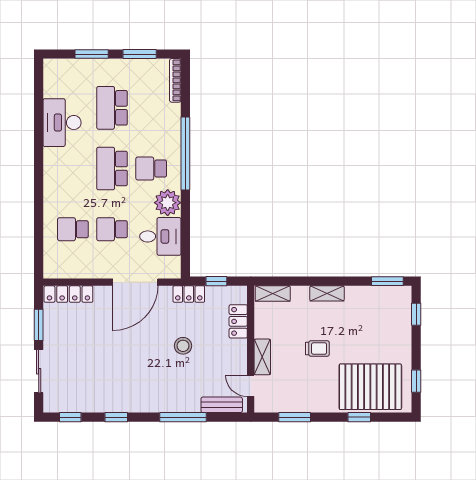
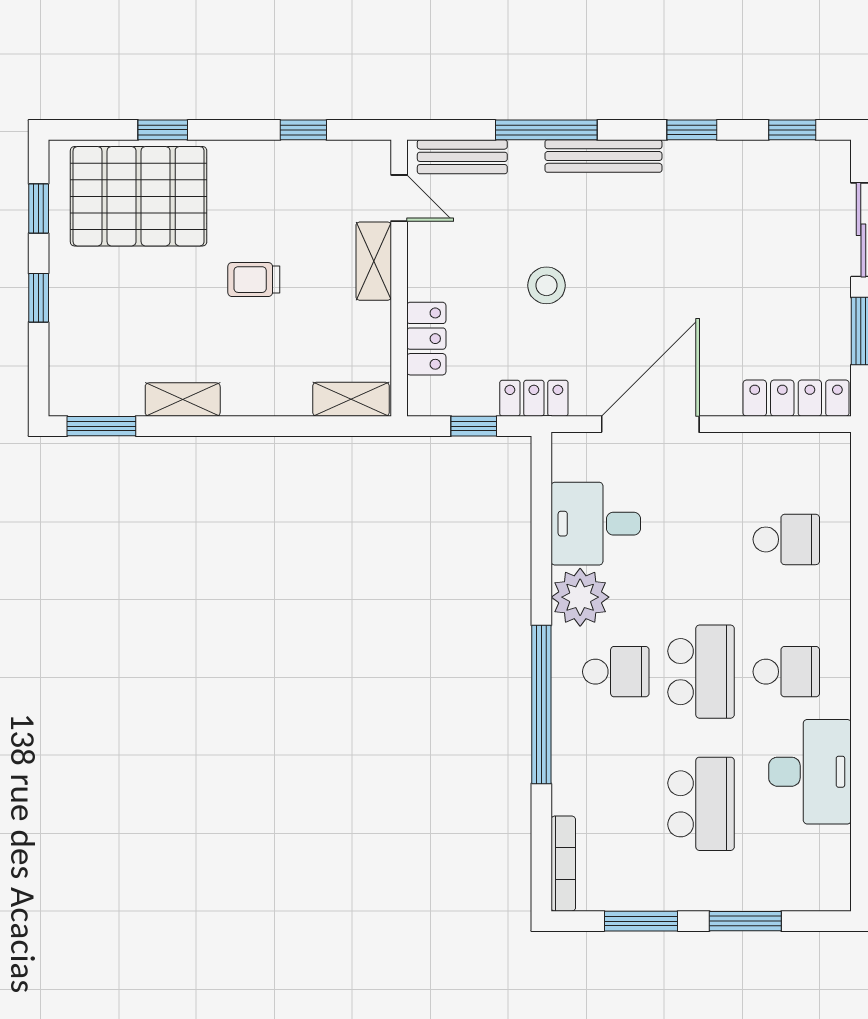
school desk: (112, 229) -> (786, 672), moved
shelving: (327, 293) -> (183, 400), moved
window: (416, 314) -> (39, 298), moved
bench: (157, 405) -> (603, 156), added
window: (295, 417) -> (303, 130), width x0.67

